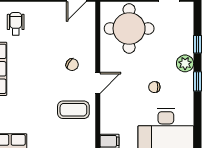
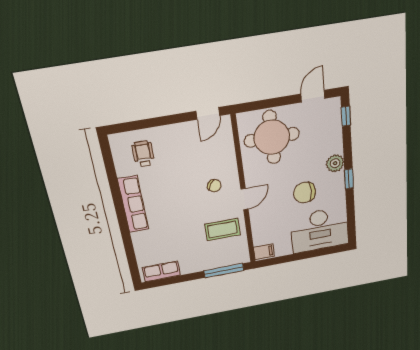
window: (197, 44) -> (346, 116), moved
chair: (154, 87) -> (305, 192), width x1.87, depth x1.87

